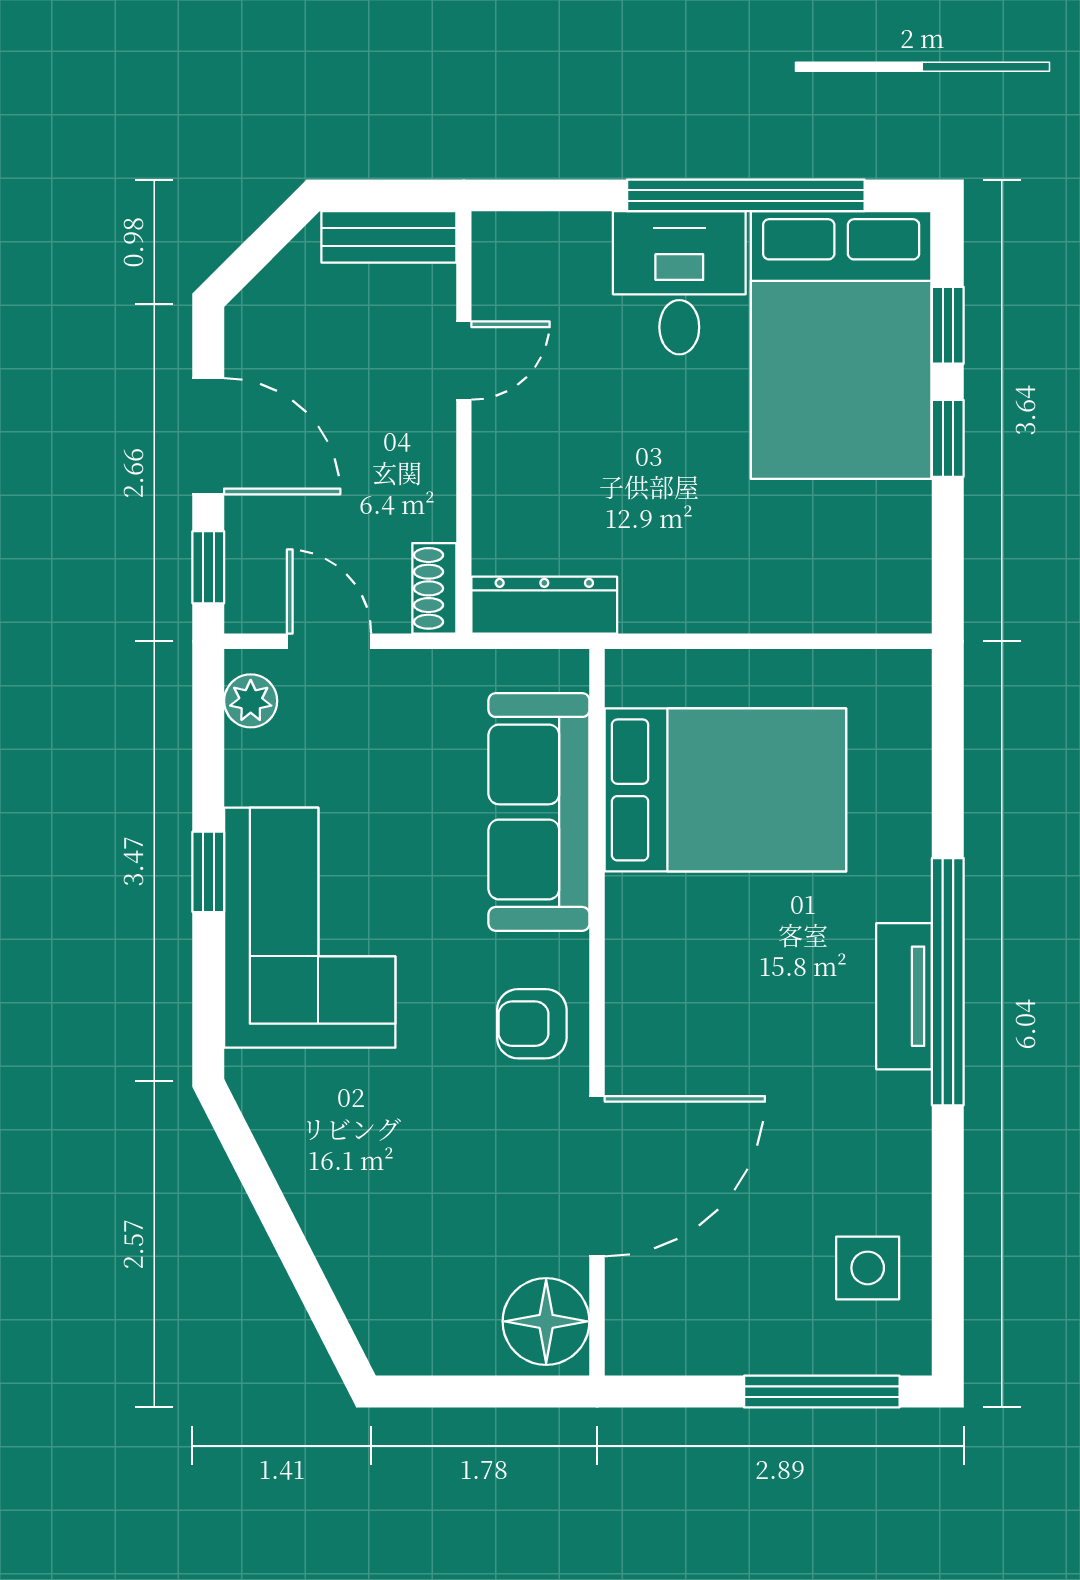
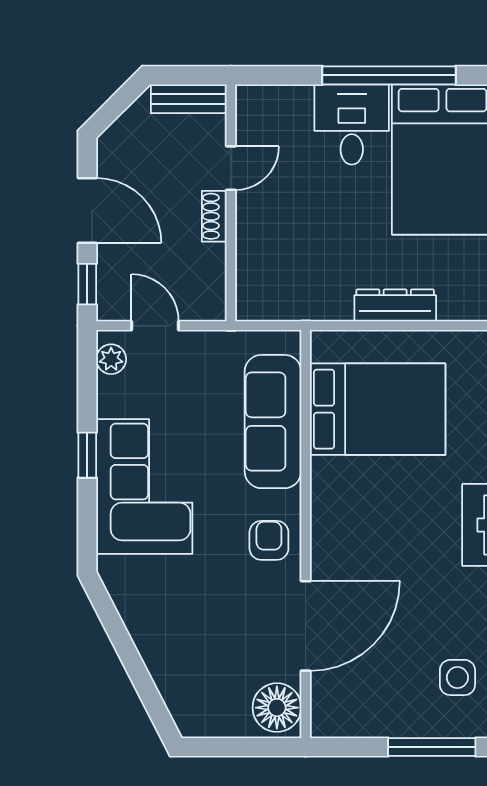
shoe rack: (434, 588) -> (214, 216), moved
dresser: (544, 605) -> (395, 305), moved
armchair: (532, 1024) -> (269, 540), turned 90

